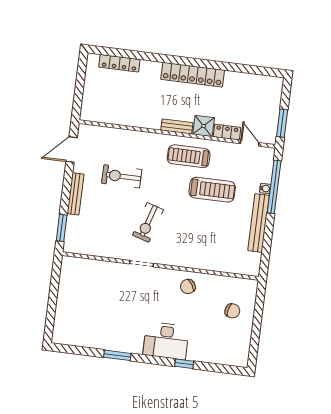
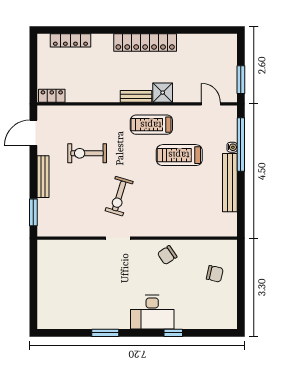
locker: (227, 132) -> (52, 96), moved
treadmill: (212, 190) -> (179, 155), turned 180

